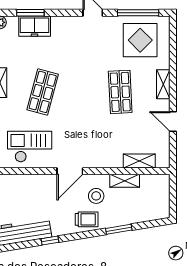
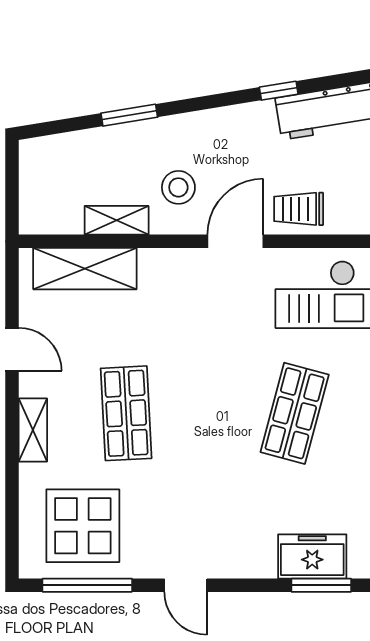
shelving: (139, 161) -> (85, 269), width x1.50, depth x1.33
trolley: (87, 219) -> (299, 209), moved

